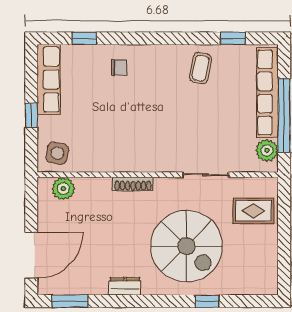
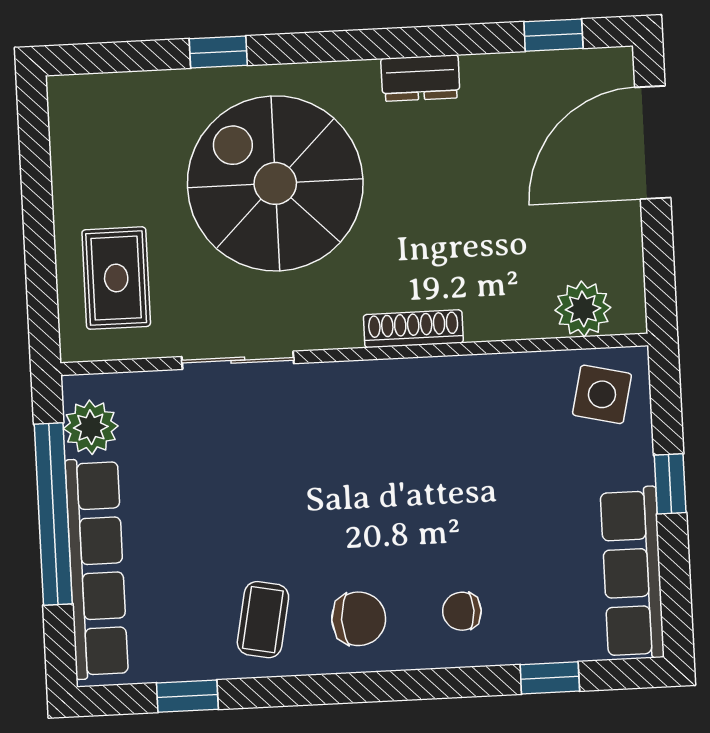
chair: (161, 66) -> (359, 619), added
rug: (253, 211) -> (116, 278), turned 90
window: (70, 301) -> (553, 35), width x0.67

